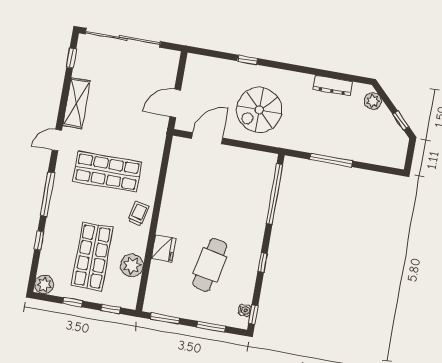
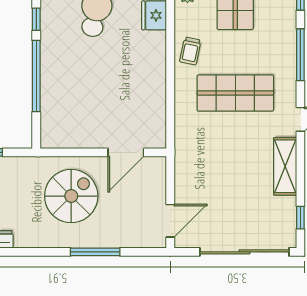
window: (247, 60) -> (95, 252), width x2.17
door: (175, 103) -> (170, 221), moved
window: (275, 194) -> (36, 76), moved

